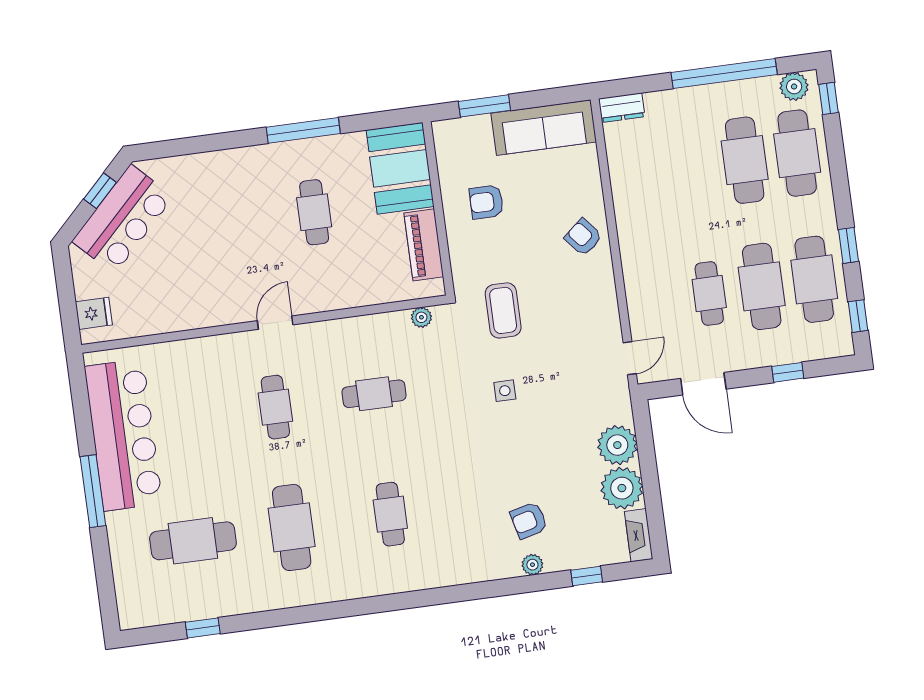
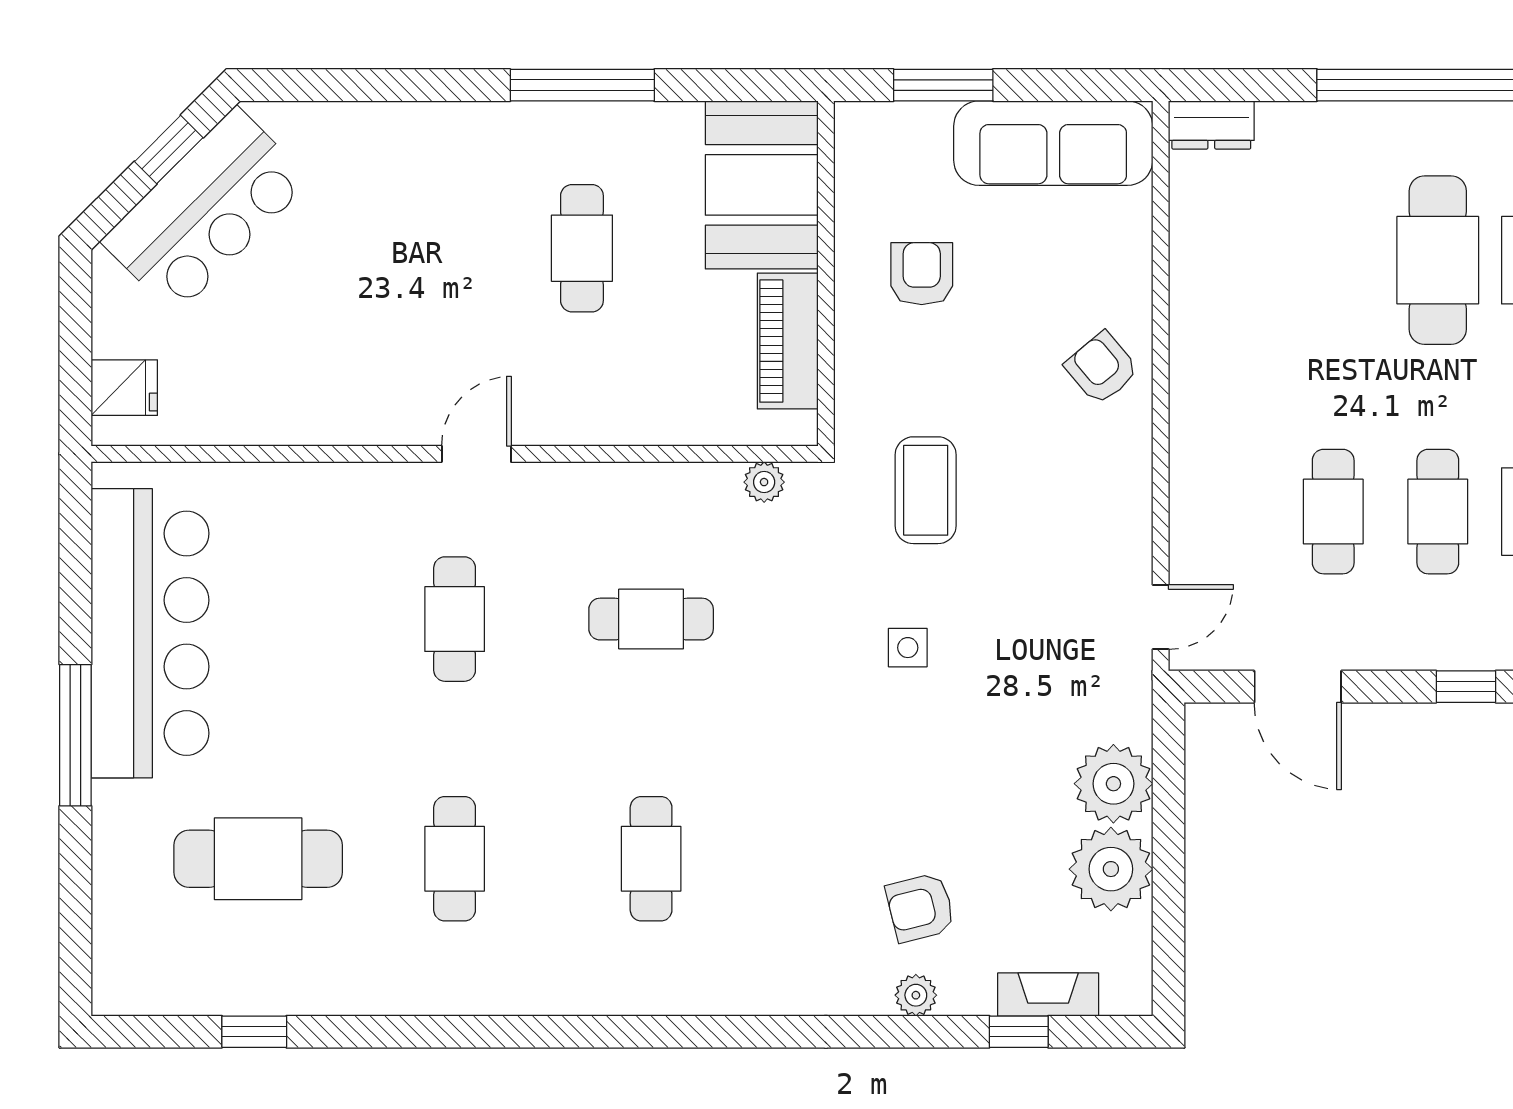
armchair: (486, 202) -> (922, 274), turned 90
cafe table: (762, 286) -> (1438, 512), width x0.73, depth x0.74
cafe table: (292, 527) -> (455, 859), width x0.73, depth x0.74
fireplace: (639, 535) -> (1048, 995), moved, turned 90

